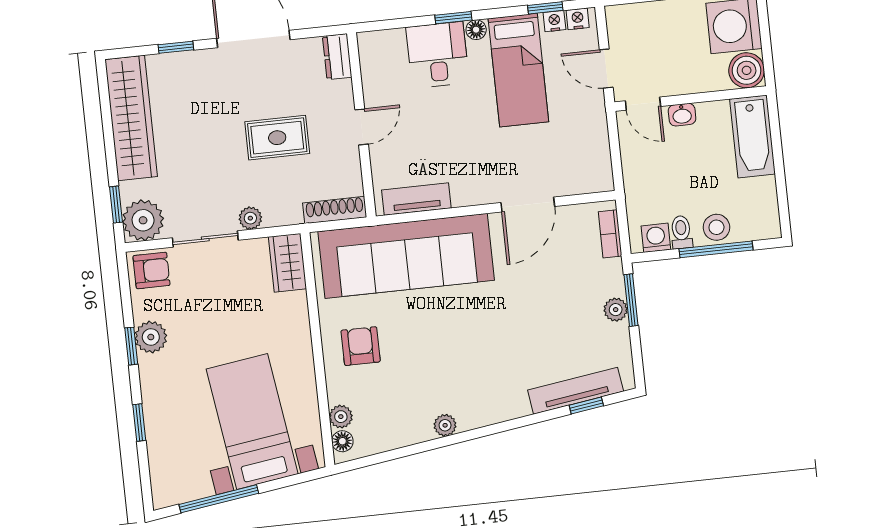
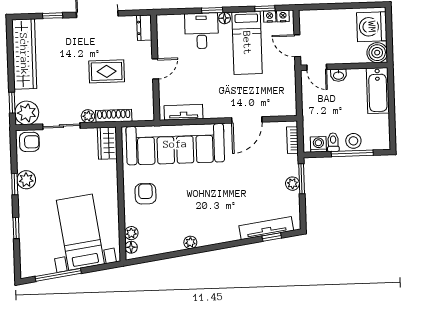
shoe rack: (335, 210) -> (114, 116), moved

